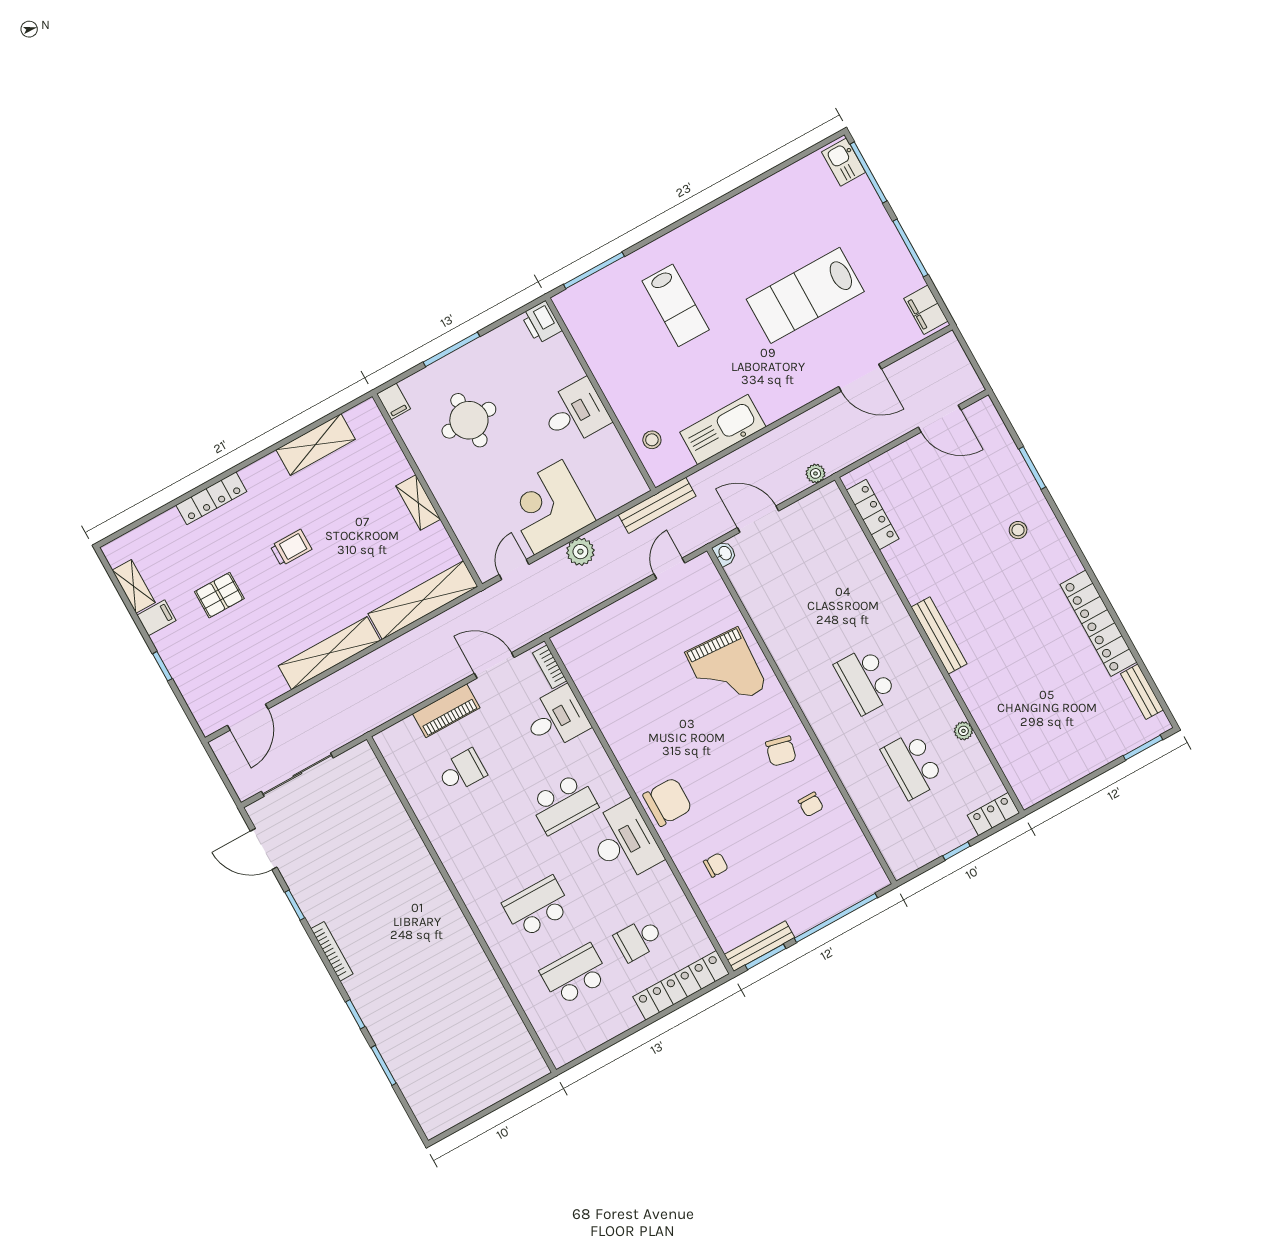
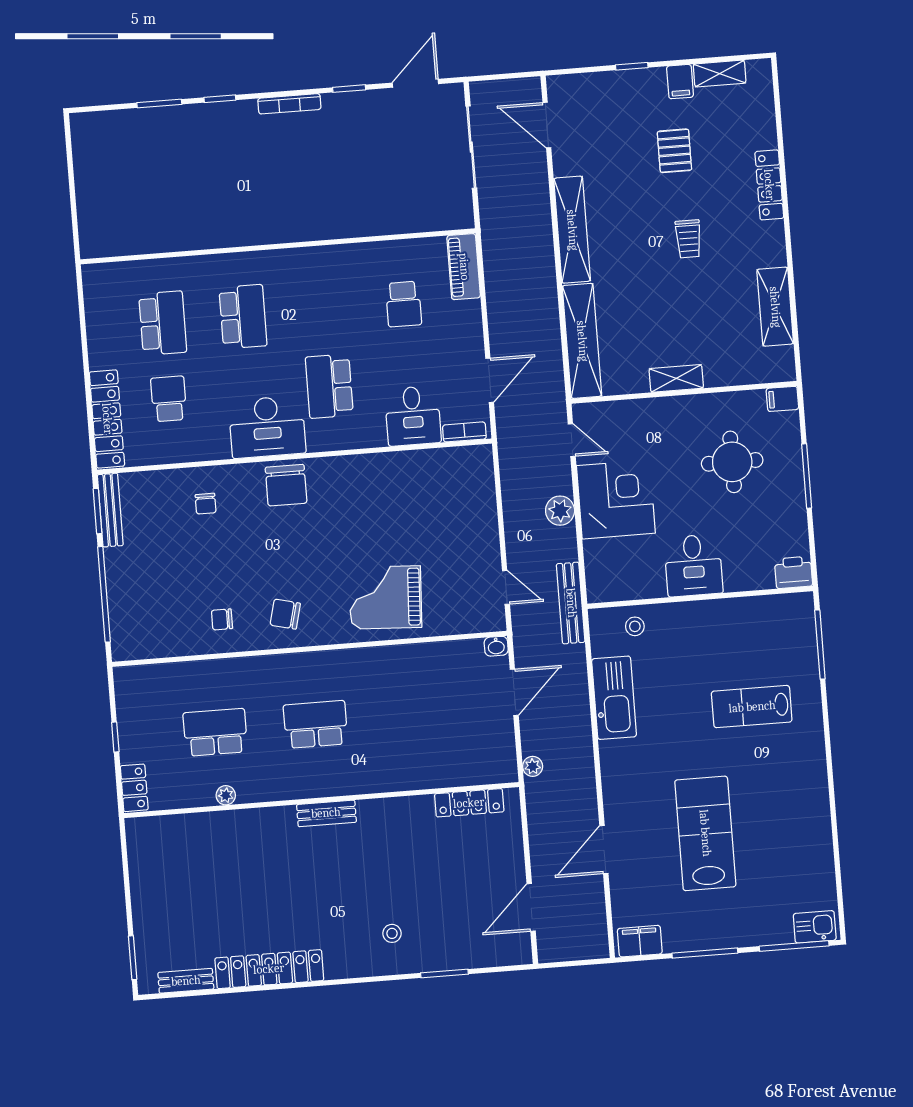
bench: (939, 635) -> (326, 813), width x0.73
piano: (446, 711) -> (464, 267), moved

